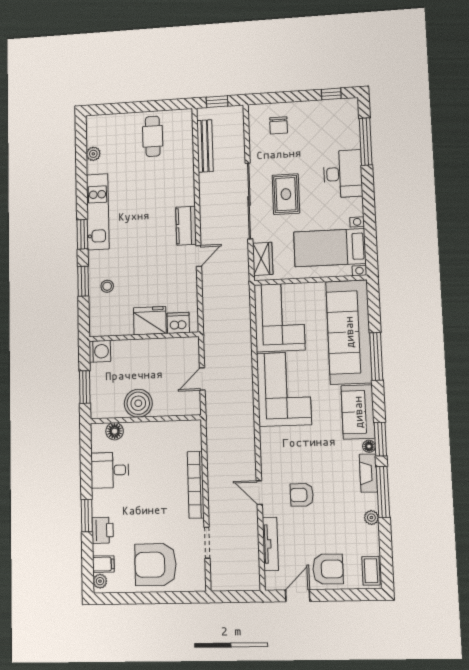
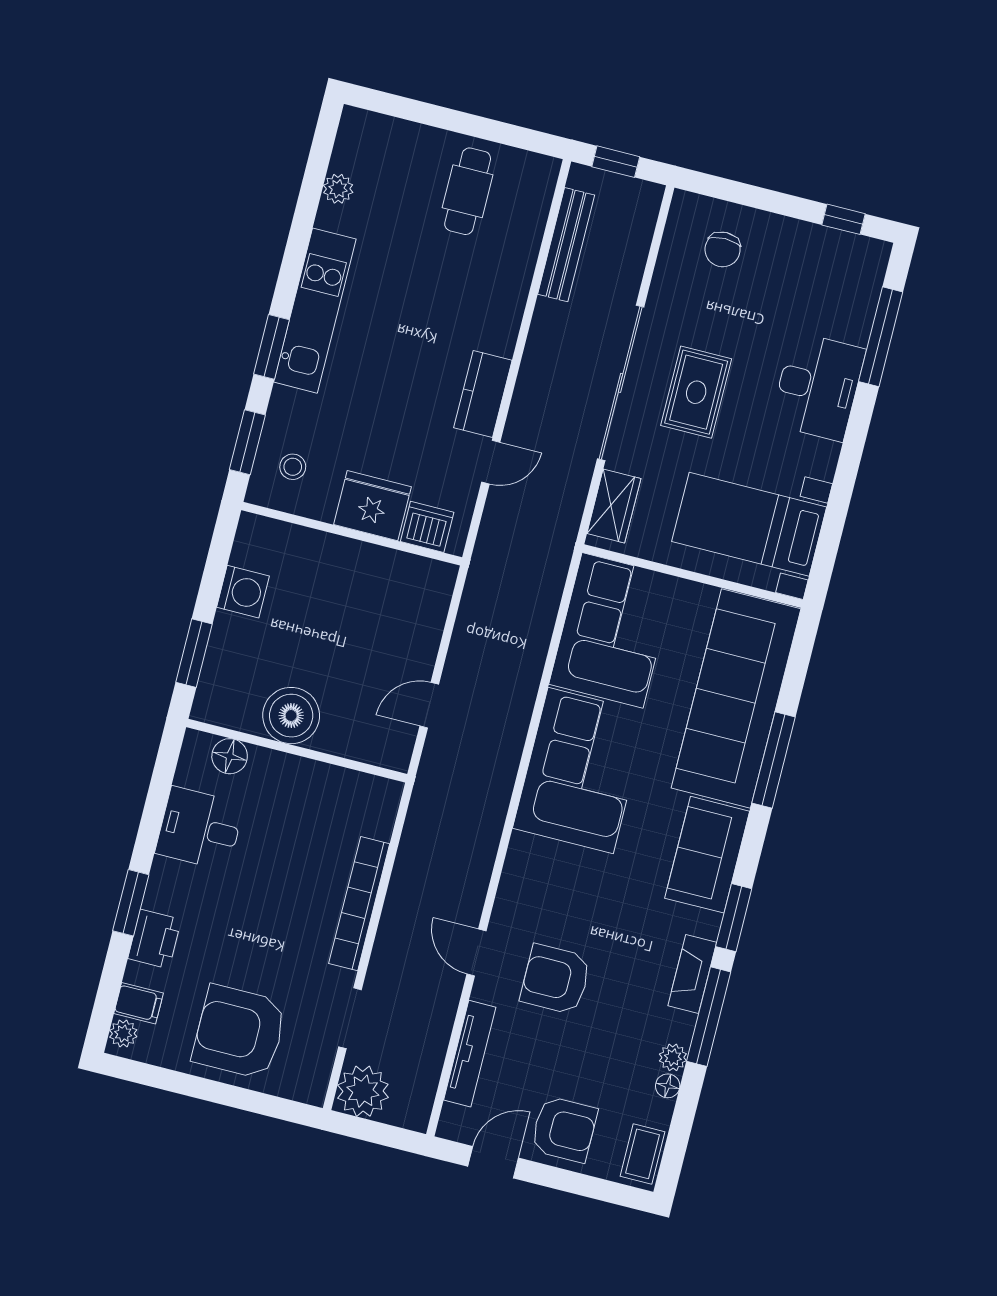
fridge: (150, 321) -> (372, 506), moved
dishwasher: (178, 323) -> (427, 527), moved
wall: (144, 337) -> (352, 534), moved
floor lamp: (369, 446) -> (668, 1086), moved
armchair: (302, 495) -> (556, 979), width x1.38, depth x1.38
plant: (223, 577) -> (363, 1091), added

